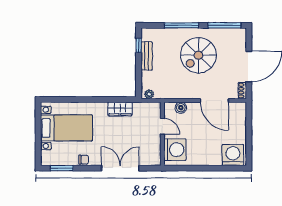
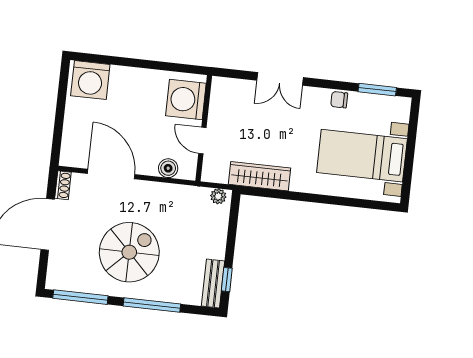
bench: (147, 56) -> (213, 283), moved
wardrobe: (120, 109) -> (260, 176), width x1.50
double door: (120, 168) -> (280, 79), width x0.73

